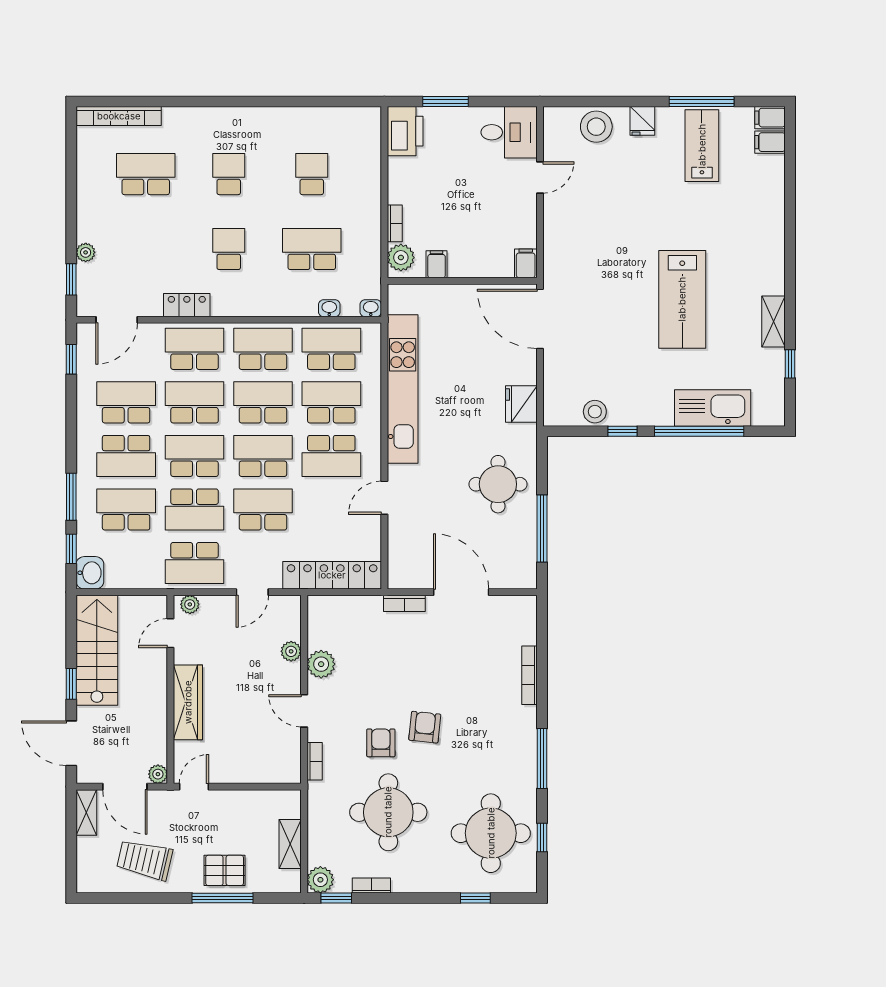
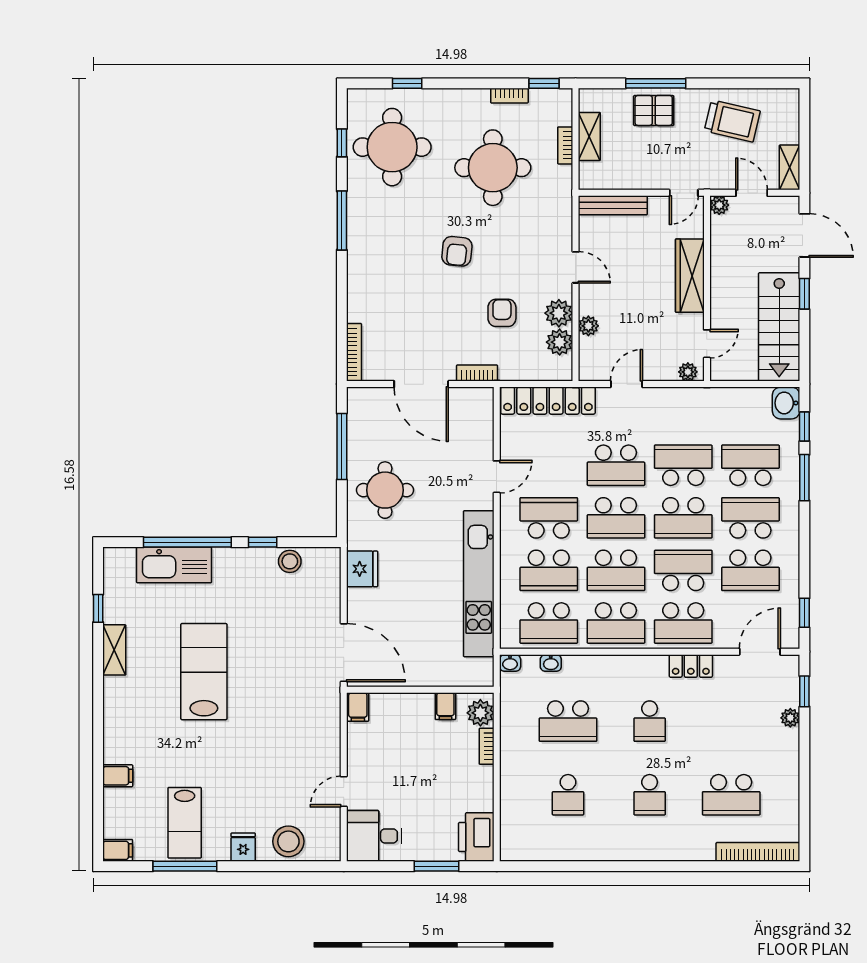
filing cabinet: (770, 142) -> (118, 776), moved
school desk: (195, 402) -> (683, 570), turned 180
school desk: (126, 509) -> (750, 465), turned 180
school desk: (195, 563) -> (683, 413), removed
bookcase: (530, 675) -> (354, 352), moved
armchair: (381, 743) -> (502, 313), moved, turned 180
bookcase: (315, 761) -> (565, 145), moved
bench: (266, 774) -> (613, 205), added
door: (125, 787) -> (752, 193), width x0.73
plant: (320, 880) -> (560, 342), moved

